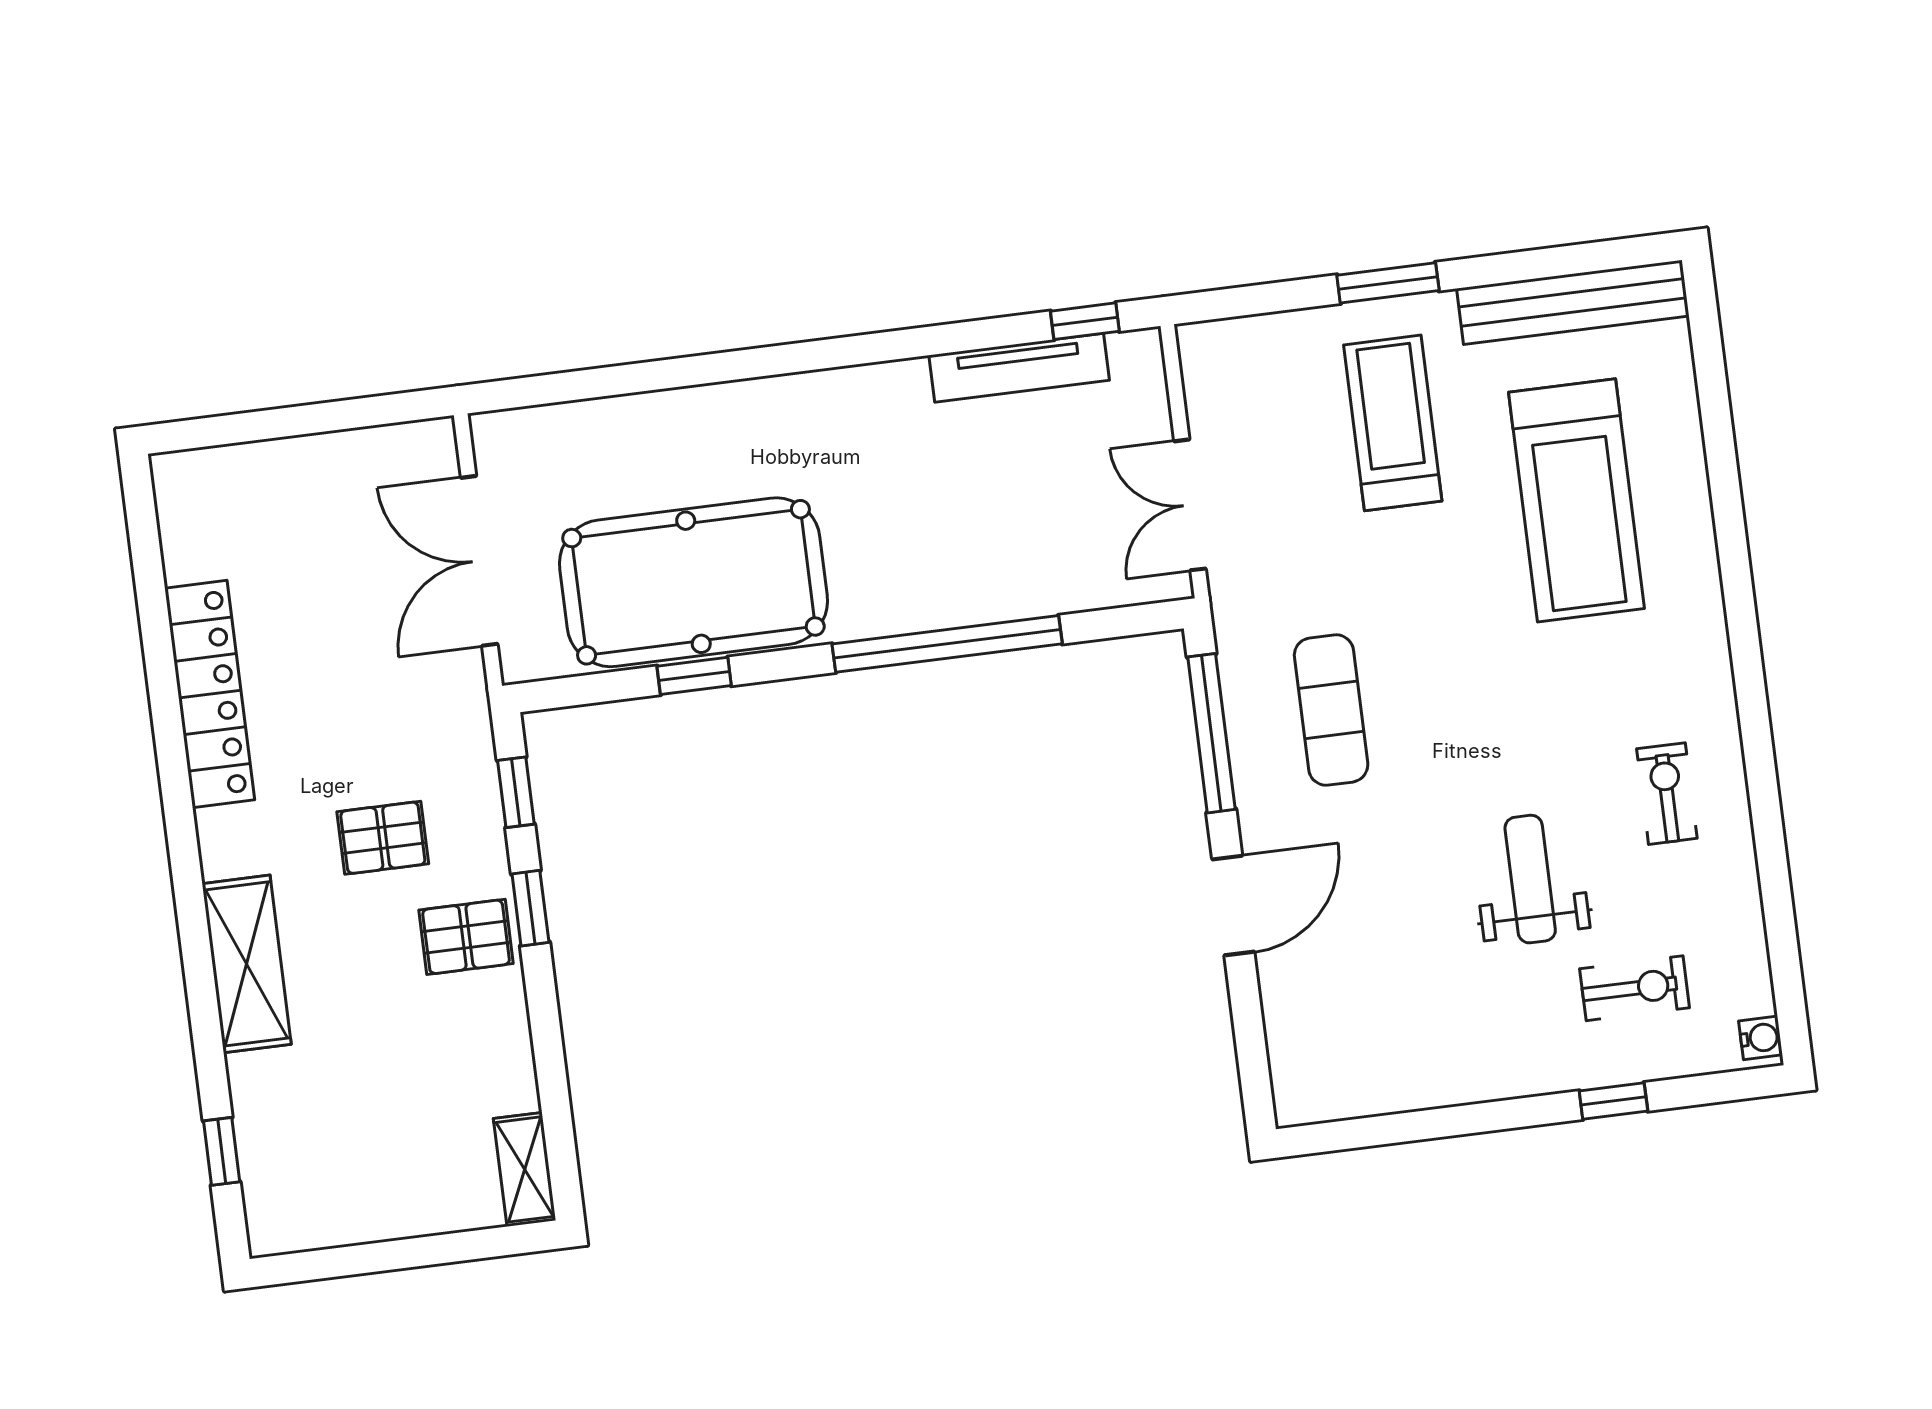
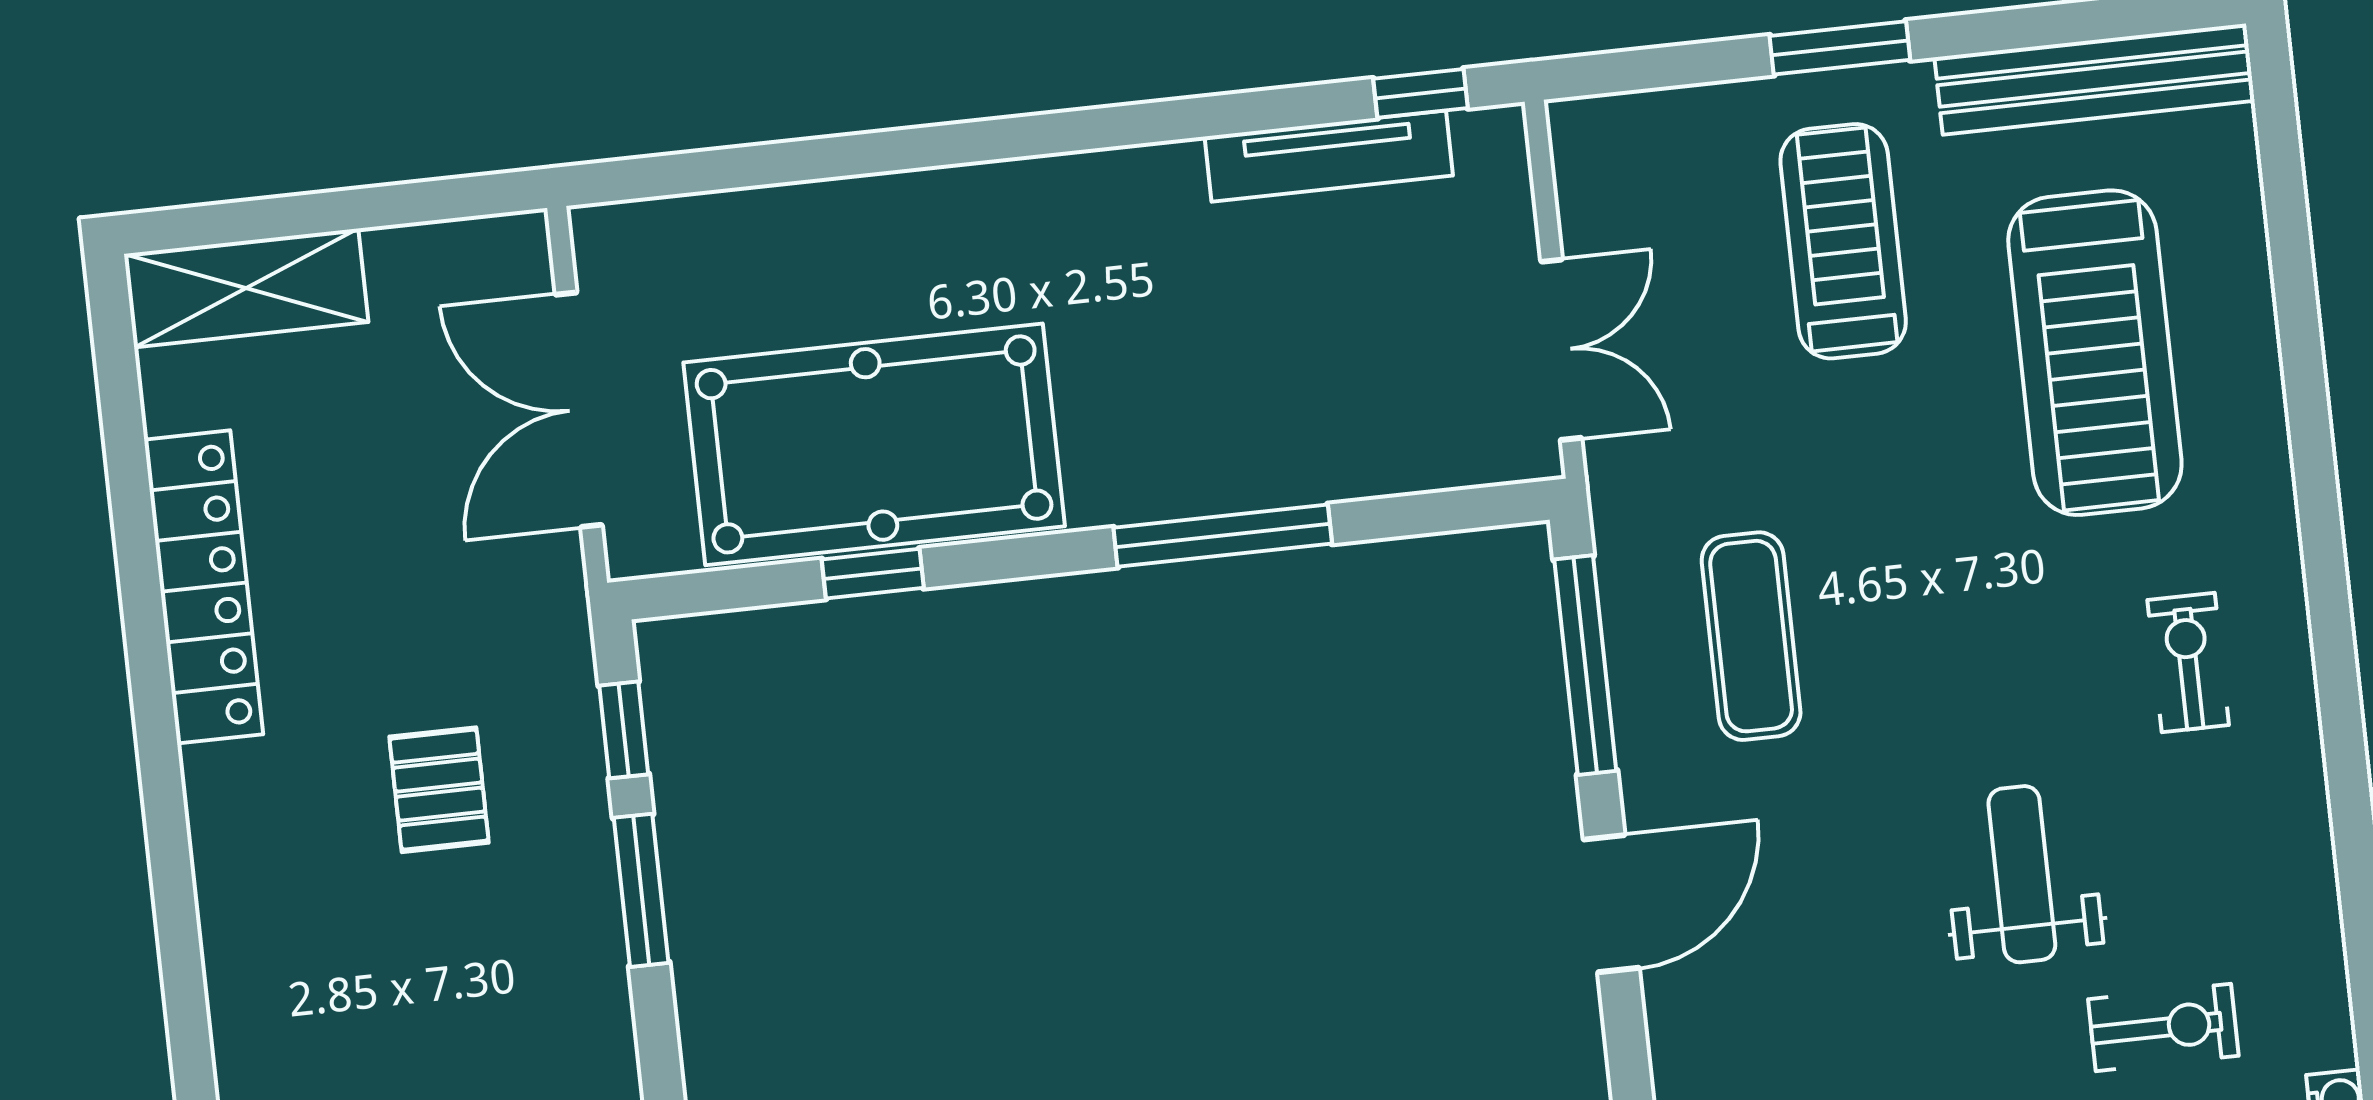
double door: (1190, 505) -> (1561, 350), swing flipped
window: (947, 644) -> (1223, 536), width x0.68
exercise bike: (1667, 794) -> (2188, 663), moved
pallet: (383, 838) -> (439, 790), turned 90
window: (530, 908) -> (641, 890), width x1.50
pallet: (466, 937) -> (552, 928), removed
shelving: (247, 964) -> (246, 288), moved, turned 90

